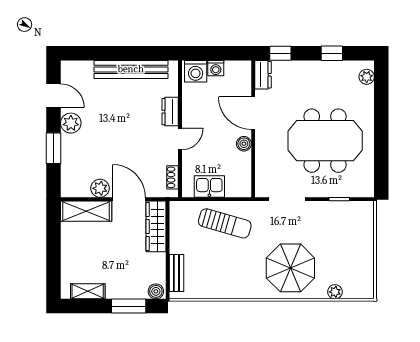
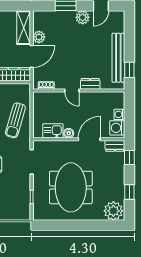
window: (149, 53) -> (129, 70), added
washing machine: (196, 71) -> (117, 128), moved
plant: (367, 77) -> (113, 211), width x1.87, depth x1.87
kitchen sink: (209, 187) -> (53, 131), moved, turned -90

